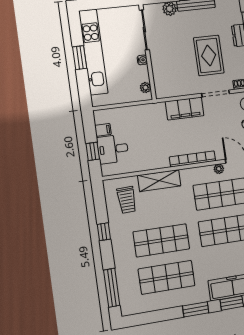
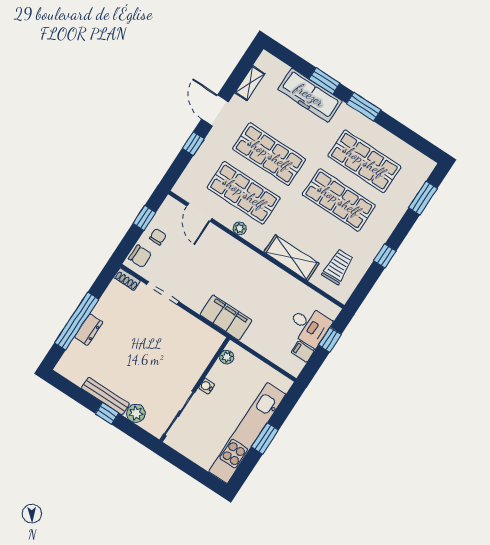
rug: (209, 55) -> (137, 336), removed
filing cabinet: (185, 109) -> (226, 318), moved
bookcase: (193, 159) -> (241, 250), removed
plant: (219, 169) -> (240, 228), moved
window: (112, 288) -> (423, 198), width x0.69

